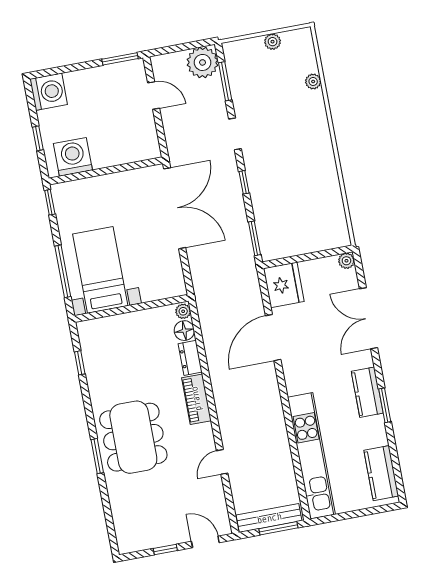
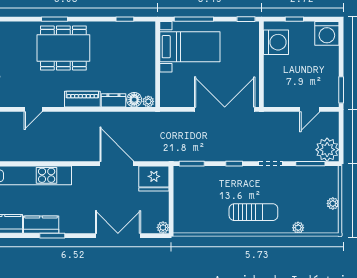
sun lounger: (304, 145) -> (253, 212), added
double door: (175, 208) -> (225, 109), swing flipped
kitchen counter: (367, 392) -> (41, 225), moved
door: (222, 462) -> (33, 109), swing flipped

